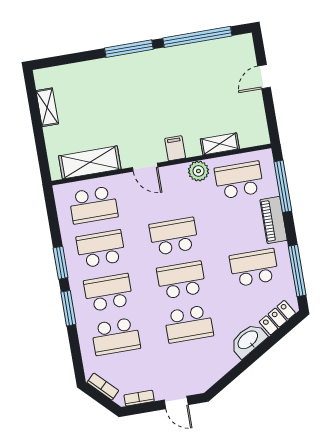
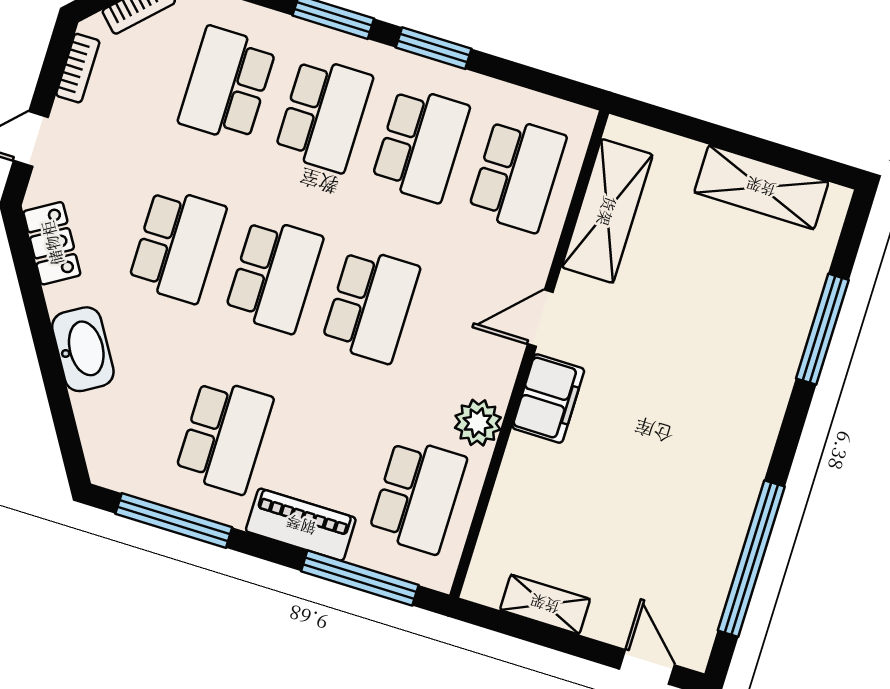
window: (129, 49) -> (822, 329), moved
door: (264, 77) -> (647, 667), moved
shelving: (47, 107) -> (761, 187), width x1.50, depth x1.33
shelving: (220, 144) -> (545, 604), moved, turned 90
filing cabinet: (175, 148) -> (548, 399), width x2.00
school desk: (93, 205) -> (517, 174), turned 180
locker: (277, 318) -> (52, 243), moved
school desk: (189, 324) -> (177, 245), turned 180

